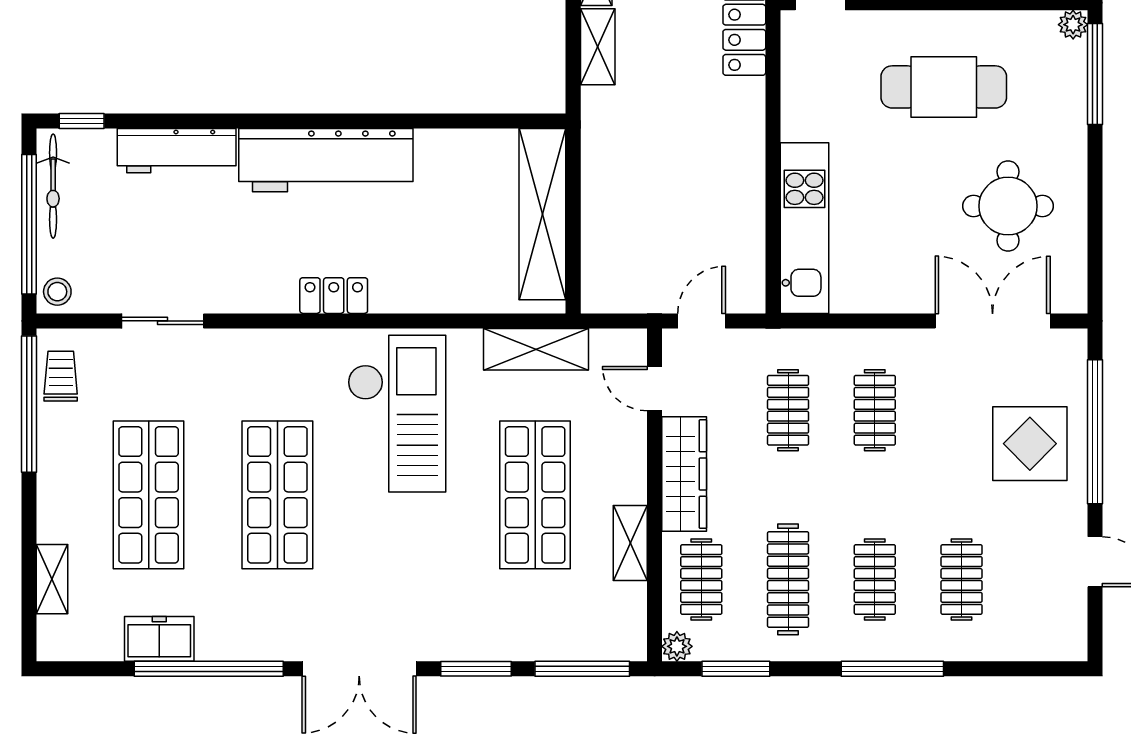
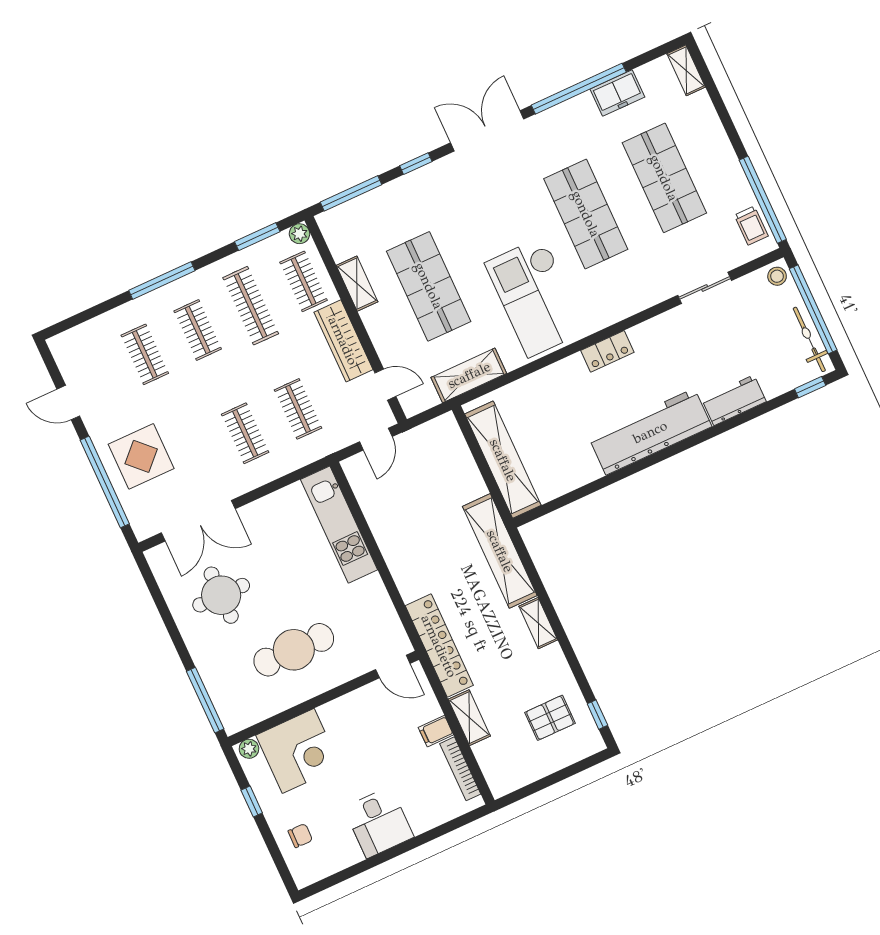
plant: (1073, 25) -> (232, 724), removed
shelving: (598, 47) -> (500, 551), width x2.20, depth x1.33
workbench: (177, 151) -> (734, 400), width x0.73
shelving: (52, 579) -> (686, 70), moved
window: (476, 669) -> (416, 164), width x0.67

